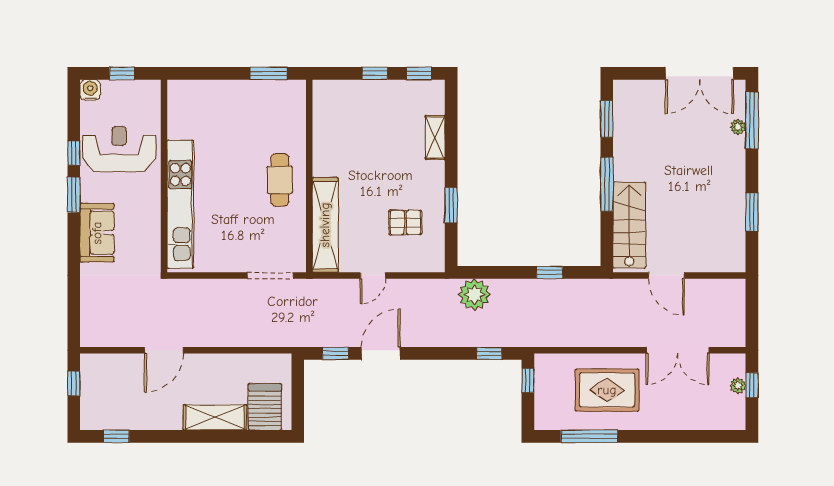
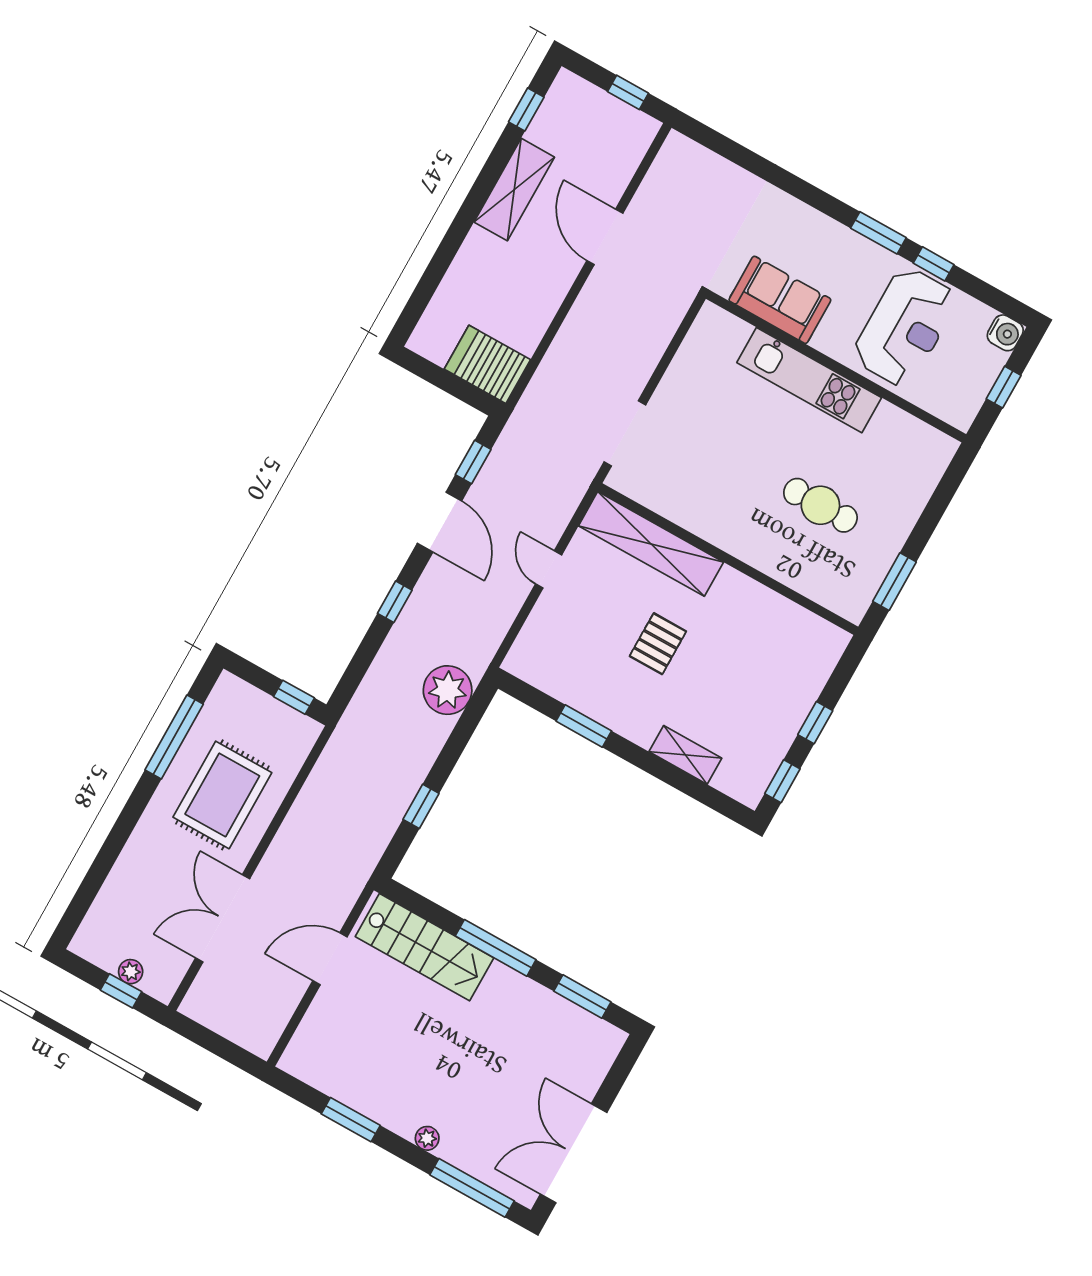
plant: (738, 127) -> (427, 1138), moved
cafe table: (280, 180) -> (820, 505), moved
kitchen unit: (180, 204) -> (809, 380), width x0.73
pallet: (405, 222) -> (658, 644), moved
sofa: (97, 233) -> (780, 300), moved, turned 180
window: (489, 353) -> (395, 602), moved
server rack: (265, 407) -> (487, 364), moved, turned 180
shelving: (215, 417) -> (514, 190), moved

